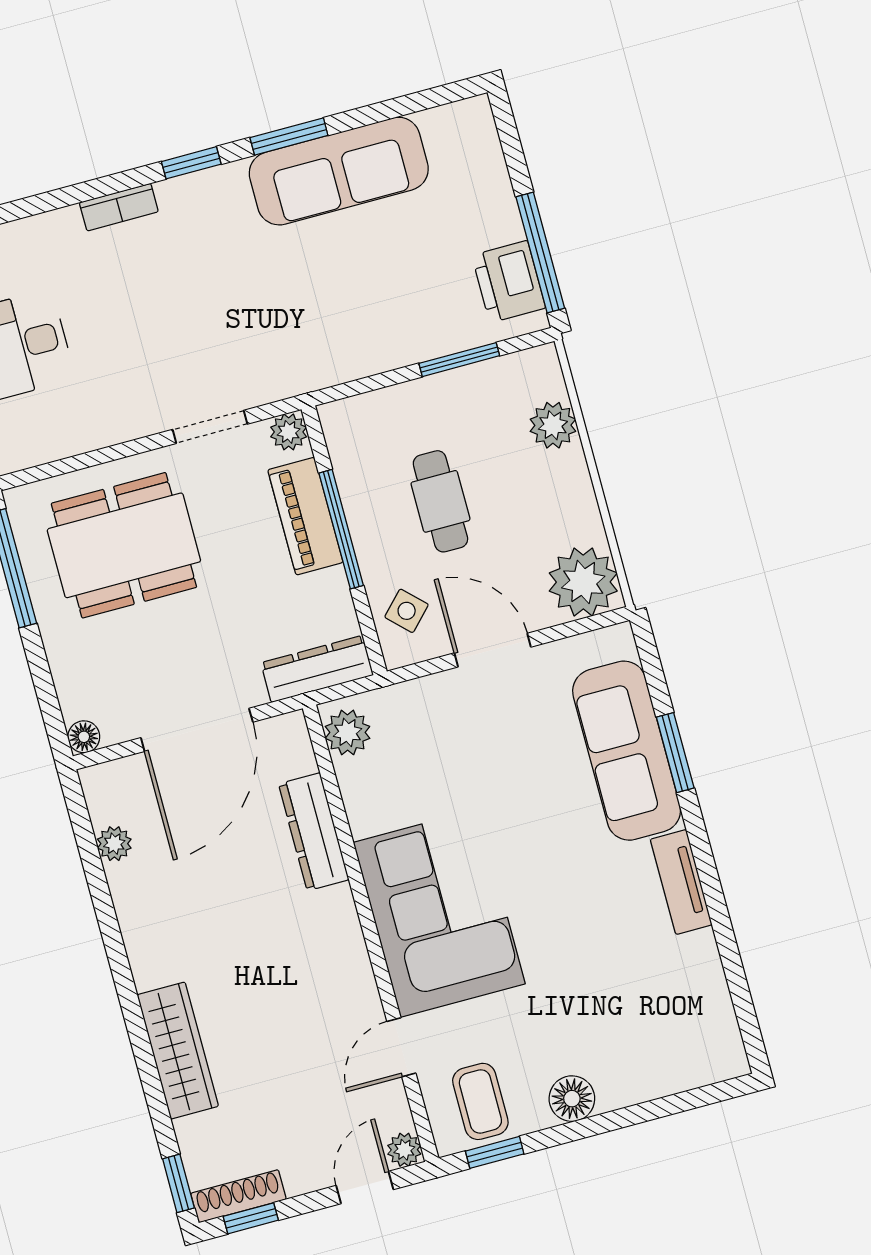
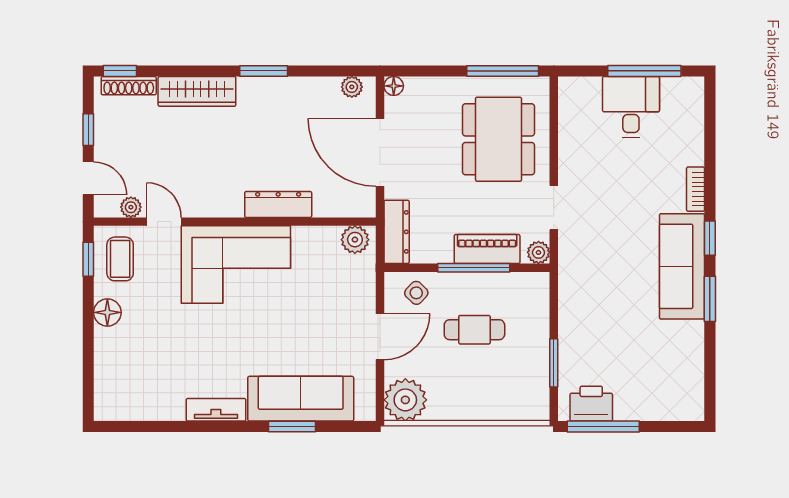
sofa: (339, 171) -> (682, 266), moved
plant: (553, 425) -> (501, 407), removed
dresser: (314, 832) -> (278, 204), moved
plant: (114, 844) -> (352, 87), moved
window: (116, 952) -> (264, 71), added
coffee table: (480, 1101) -> (120, 259), turned 90
plant: (404, 1150) -> (131, 207), moved
shoe rack: (238, 1196) -> (129, 86), moved, turned 90
window: (251, 1218) -> (88, 130), moved

